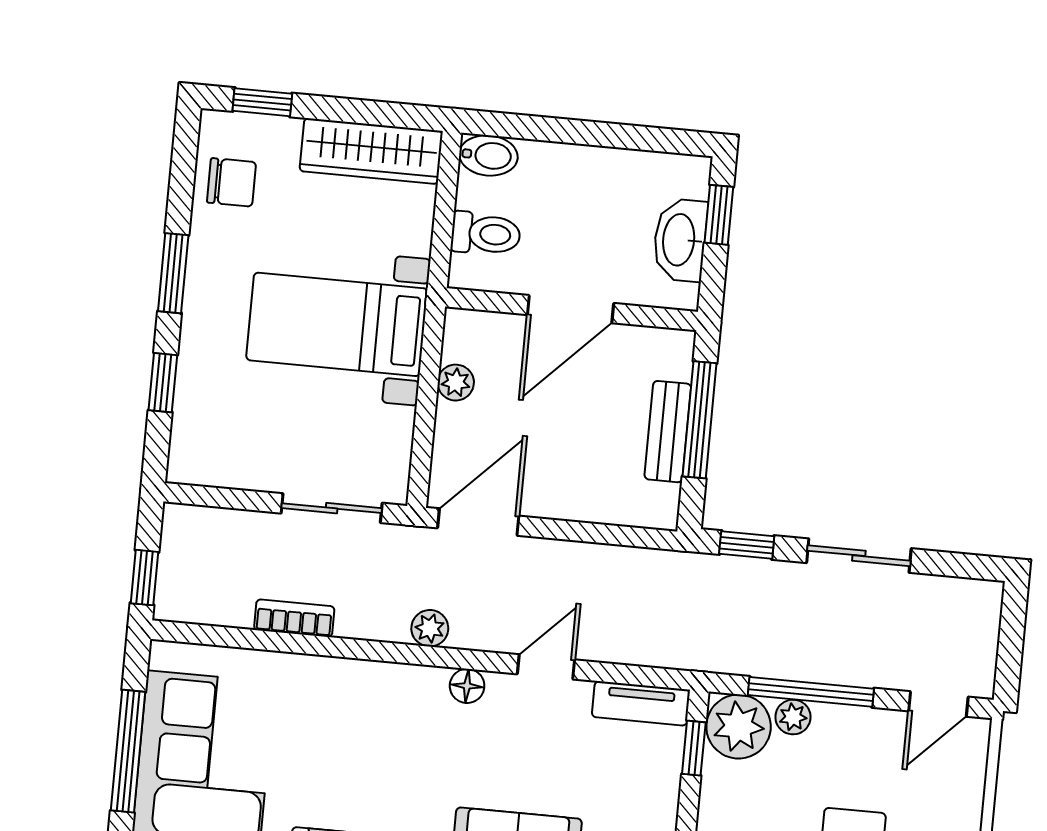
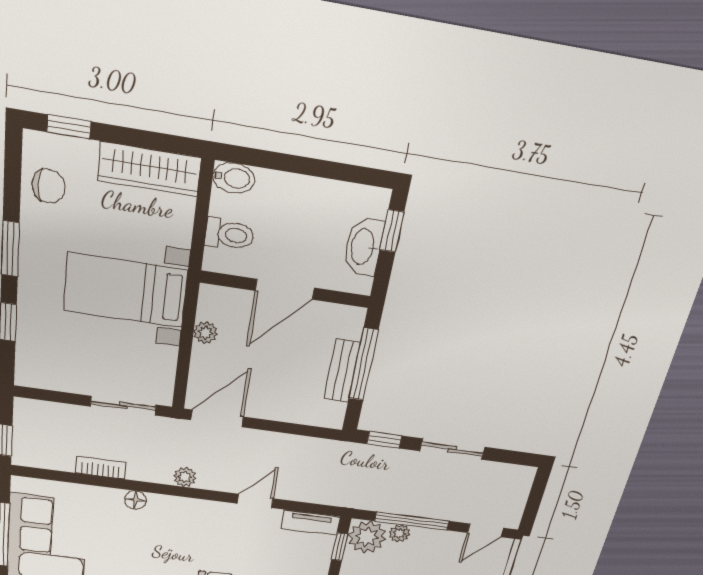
floor lamp: (467, 686) -> (135, 500), moved

